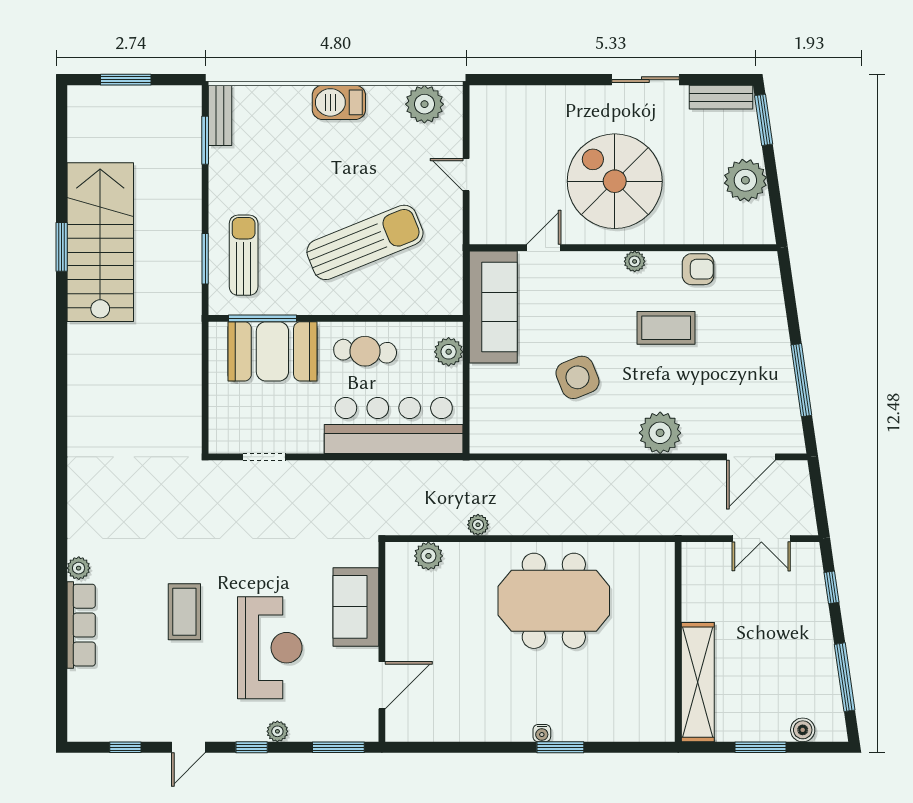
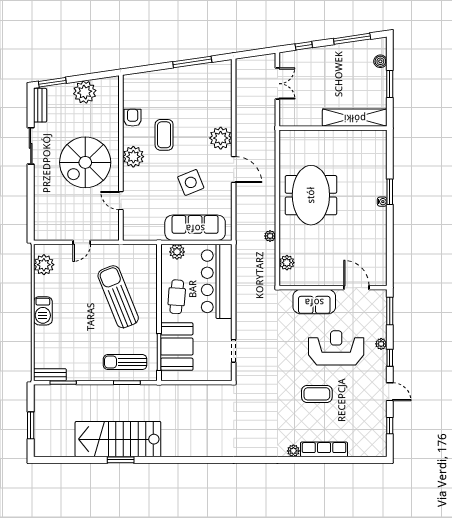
plant: (635, 261) -> (133, 157), width x1.88, depth x1.88
sofa: (493, 307) -> (195, 228), moved
door: (751, 457) -> (234, 170), moved

